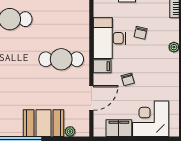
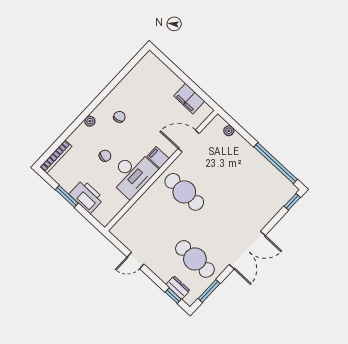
chair: (128, 79) -> (119, 117), moved
corner desk: (151, 119) -> (158, 83), removed
booth: (44, 123) -> (243, 156), removed

